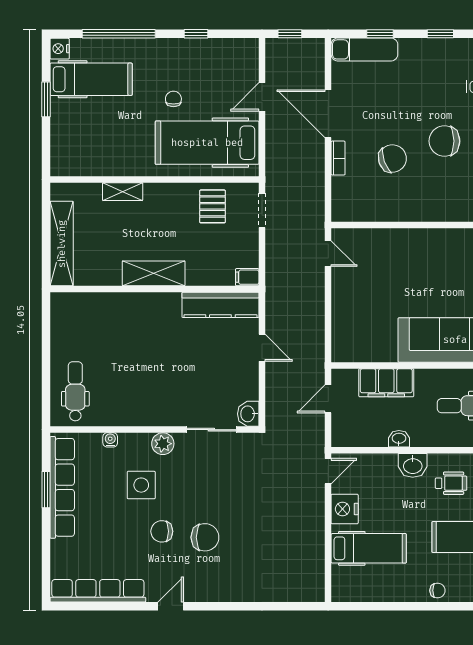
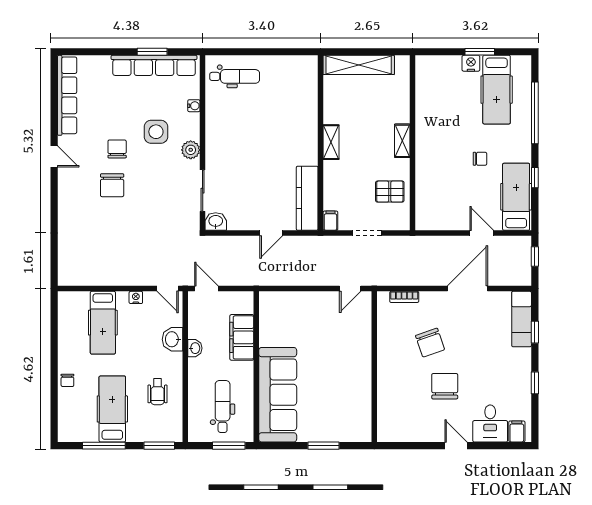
nightstand: (60, 49) -> (471, 63), moved
hospital bed: (207, 143) -> (516, 197), moved, width x0.73, depth x0.78
bookcase: (338, 158) -> (404, 297), moved
shelving: (123, 192) -> (402, 141), moved
doorway: (262, 210) -> (367, 233), moved
shelving: (154, 273) -> (331, 142), width x0.67, depth x0.75
door: (328, 399) -> (206, 289), moved
washbasin: (413, 465) -> (172, 339), moved
nightstand: (345, 509) -> (136, 297), width x0.53, depth x0.56

